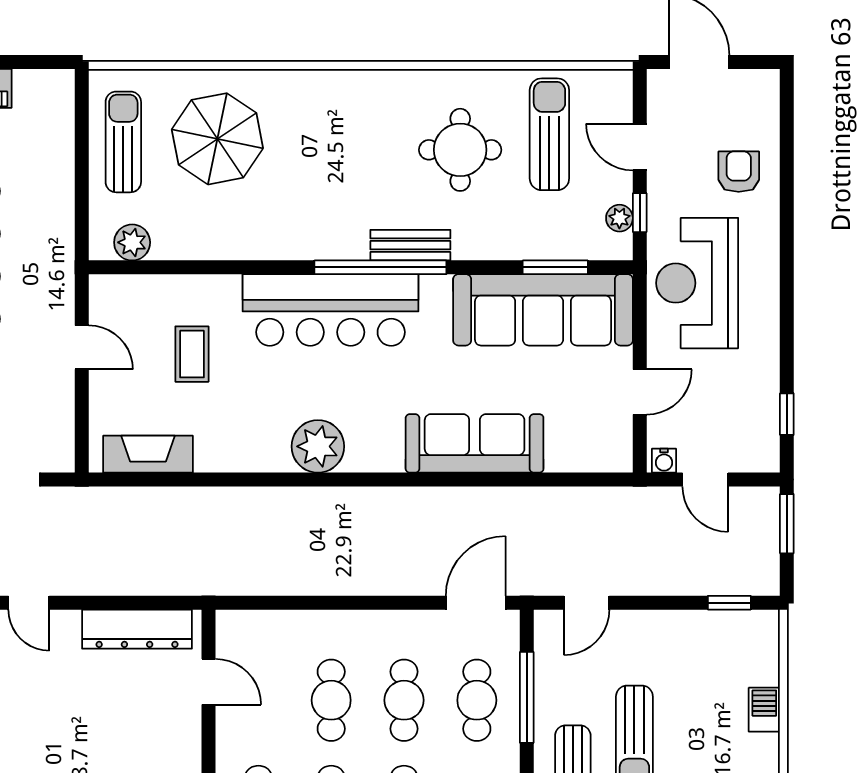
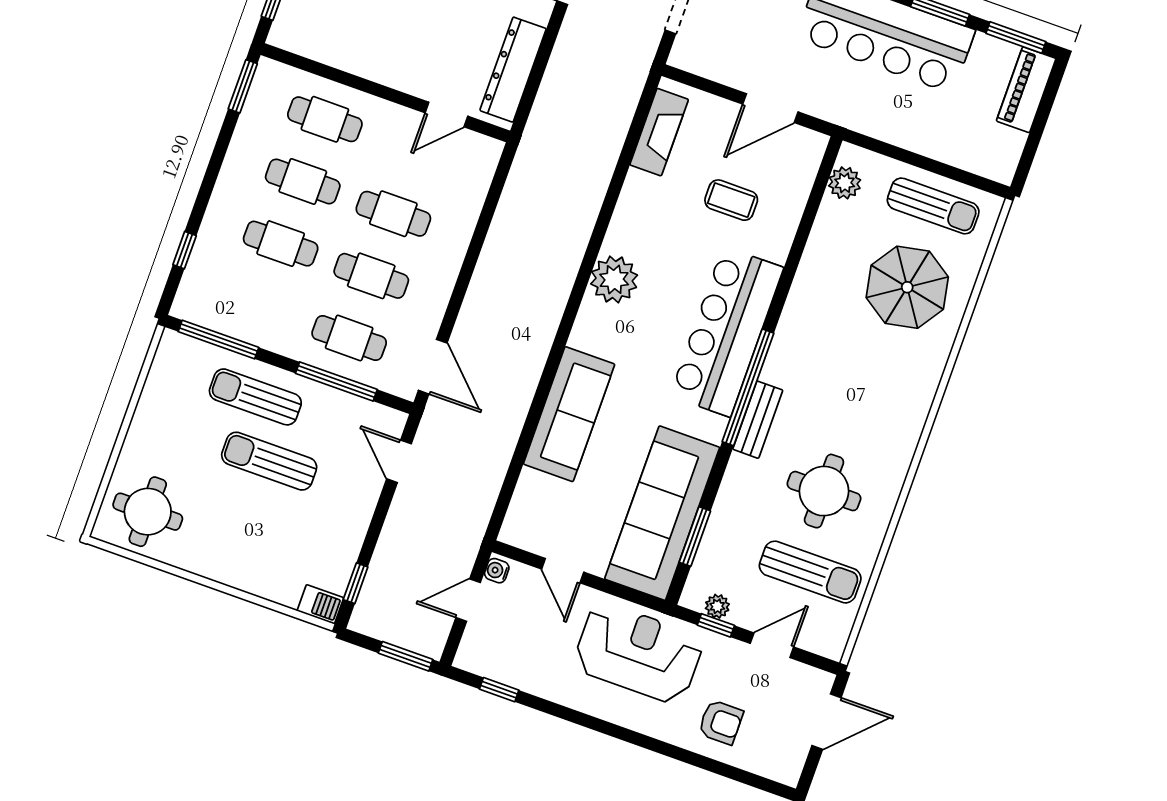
door: (82, 347) -> (770, 108), width x1.38
barbecue: (764, 710) -> (320, 604), moved

